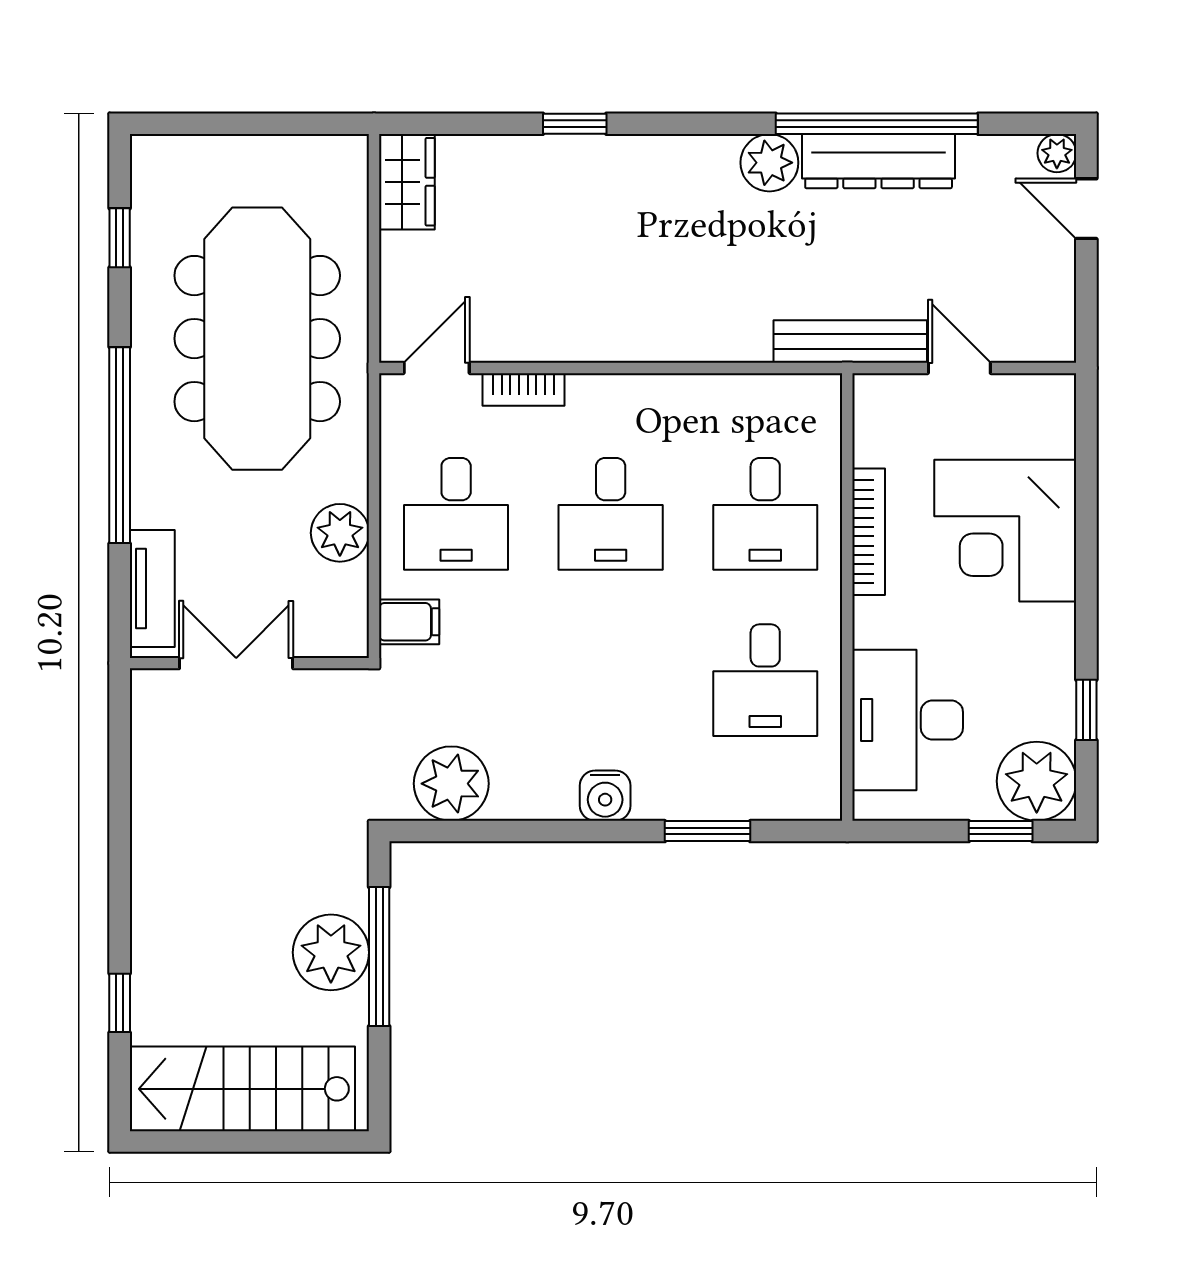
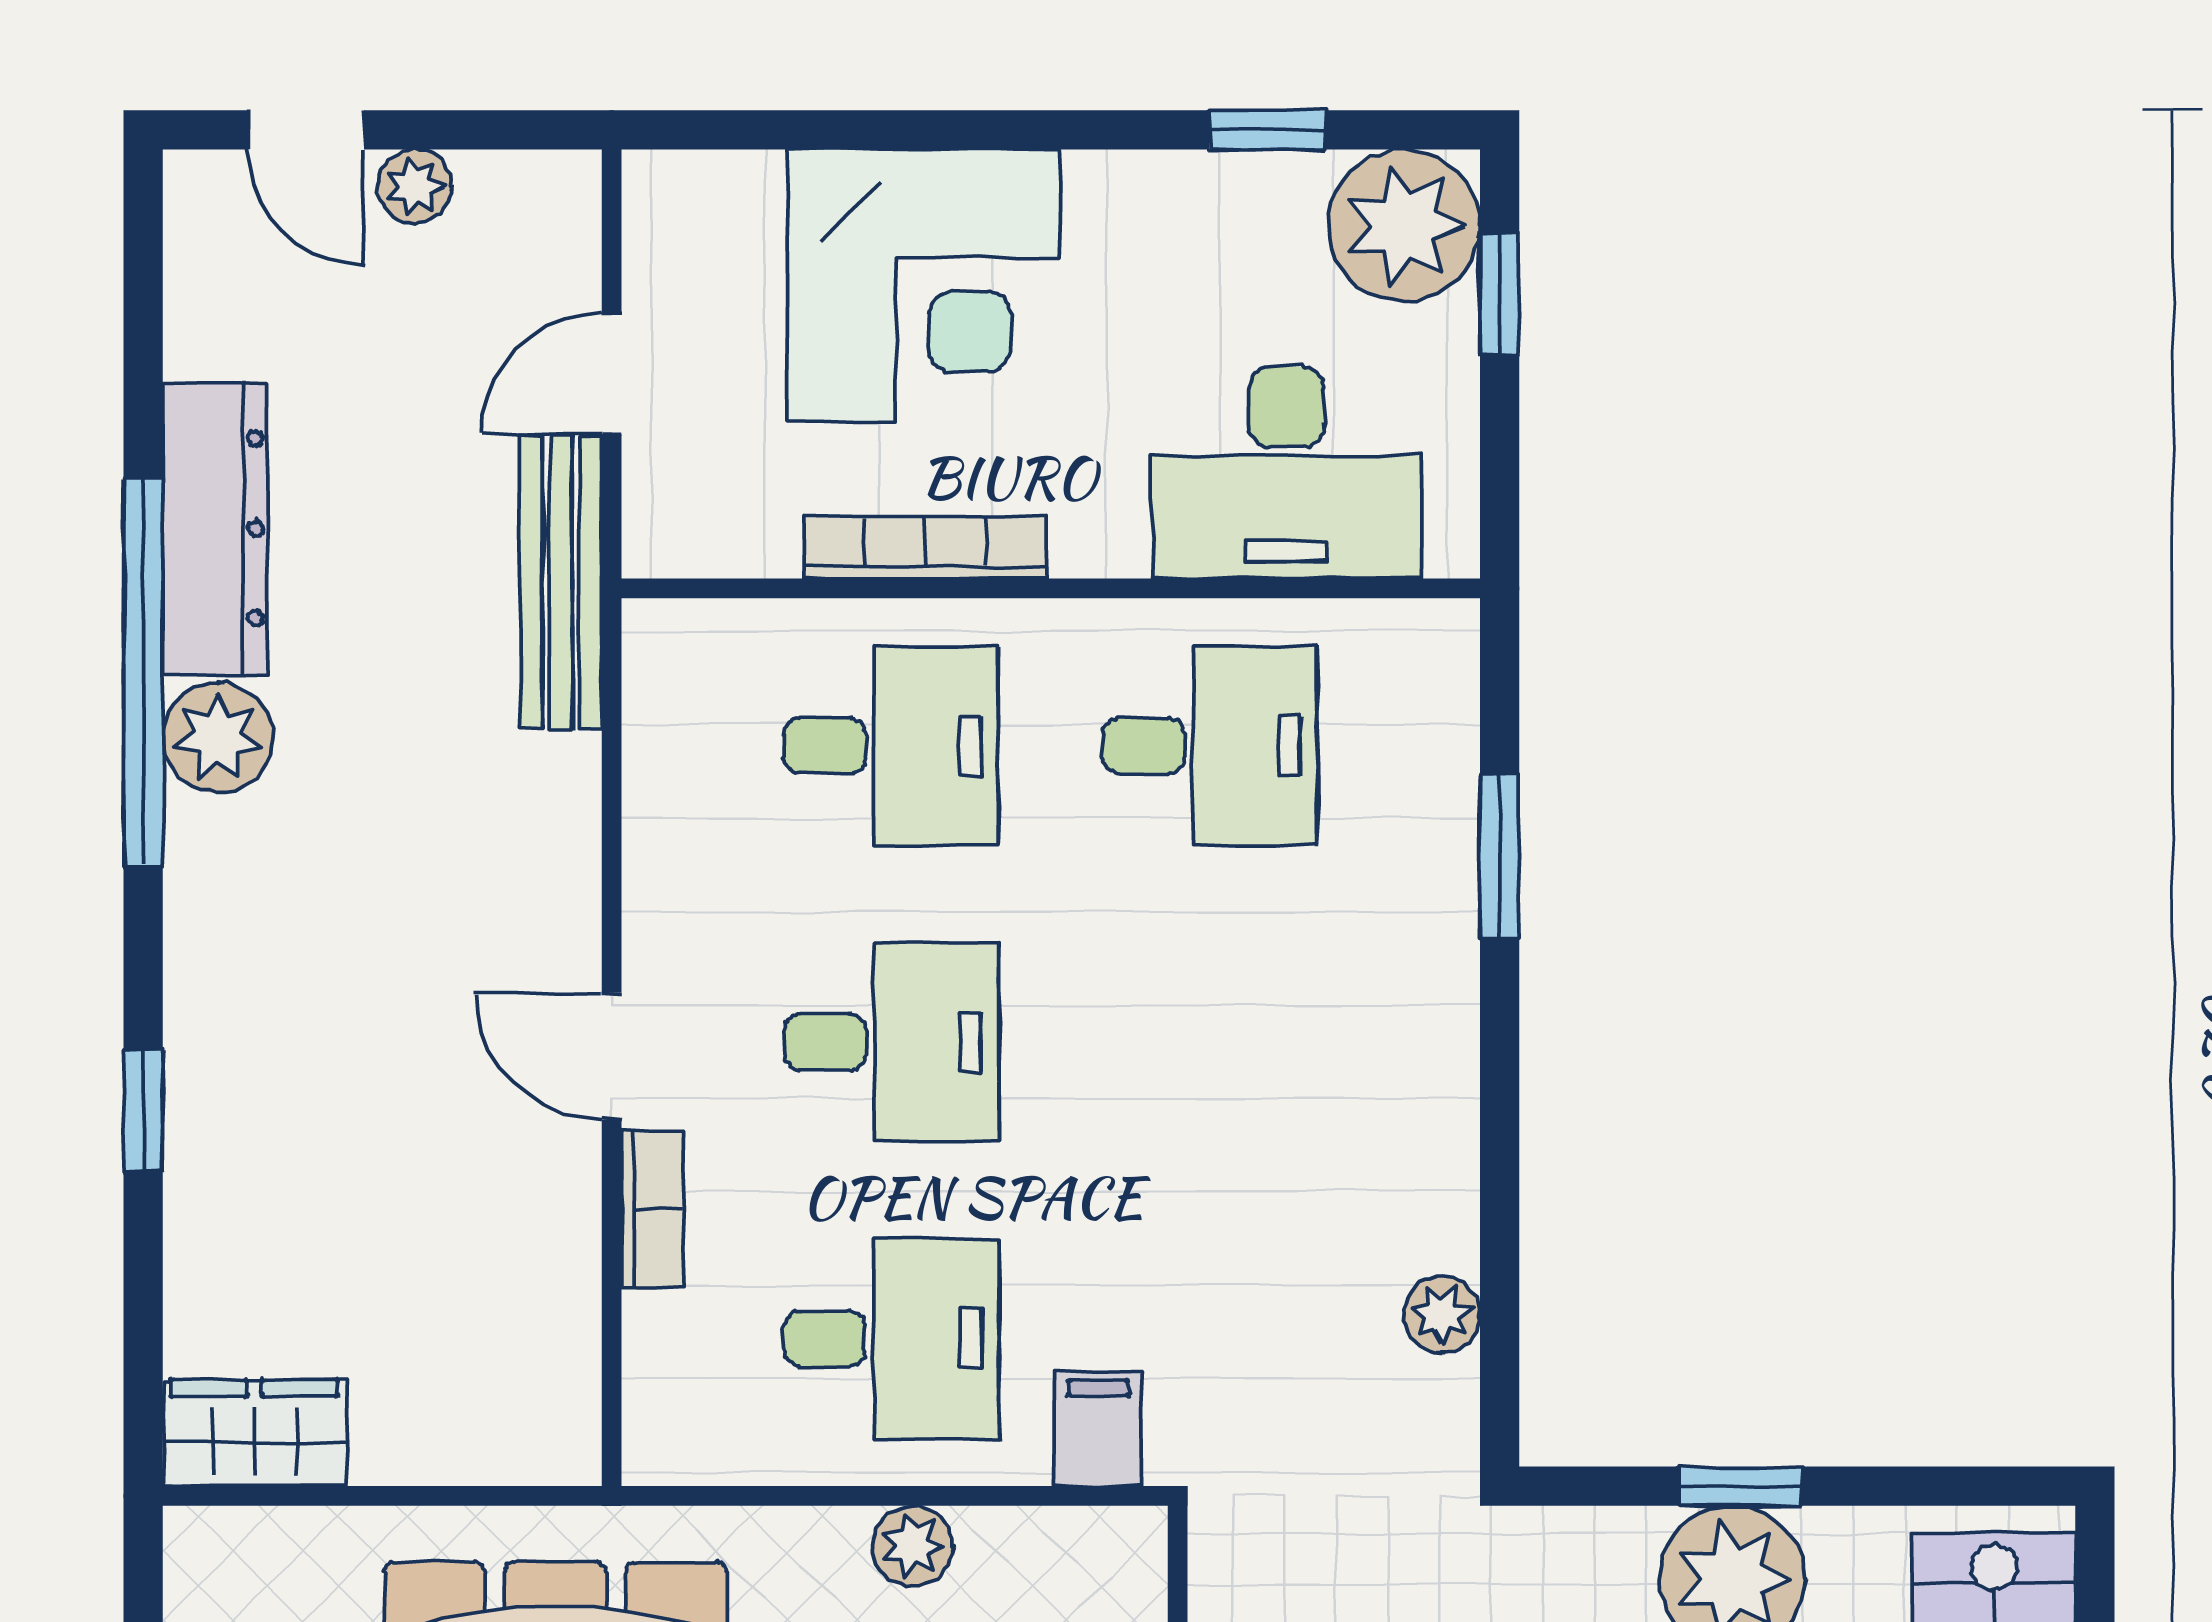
window: (877, 124) -> (143, 673), moved
plant: (1057, 153) -> (415, 186), moved
door: (1086, 209) -> (306, 130), hinge flipped
door: (437, 368) -> (612, 1056), moved
plant: (340, 533) -> (913, 1546), width x0.73, depth x0.73
plant: (451, 784) -> (1442, 1314), width x0.53, depth x0.53
water cooler: (605, 796) -> (1432, 1053), removed
window: (379, 957) -> (1740, 1486), width x0.46

